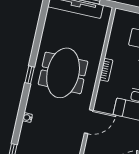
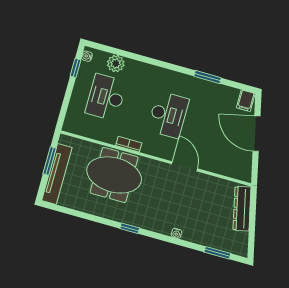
meeting table: (63, 73) -> (114, 175), moved

